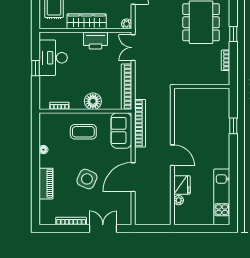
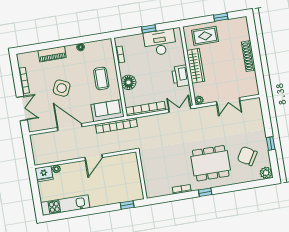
wall: (202, 87) -> (141, 175), moved
fridge: (182, 185) -> (44, 174), moved

